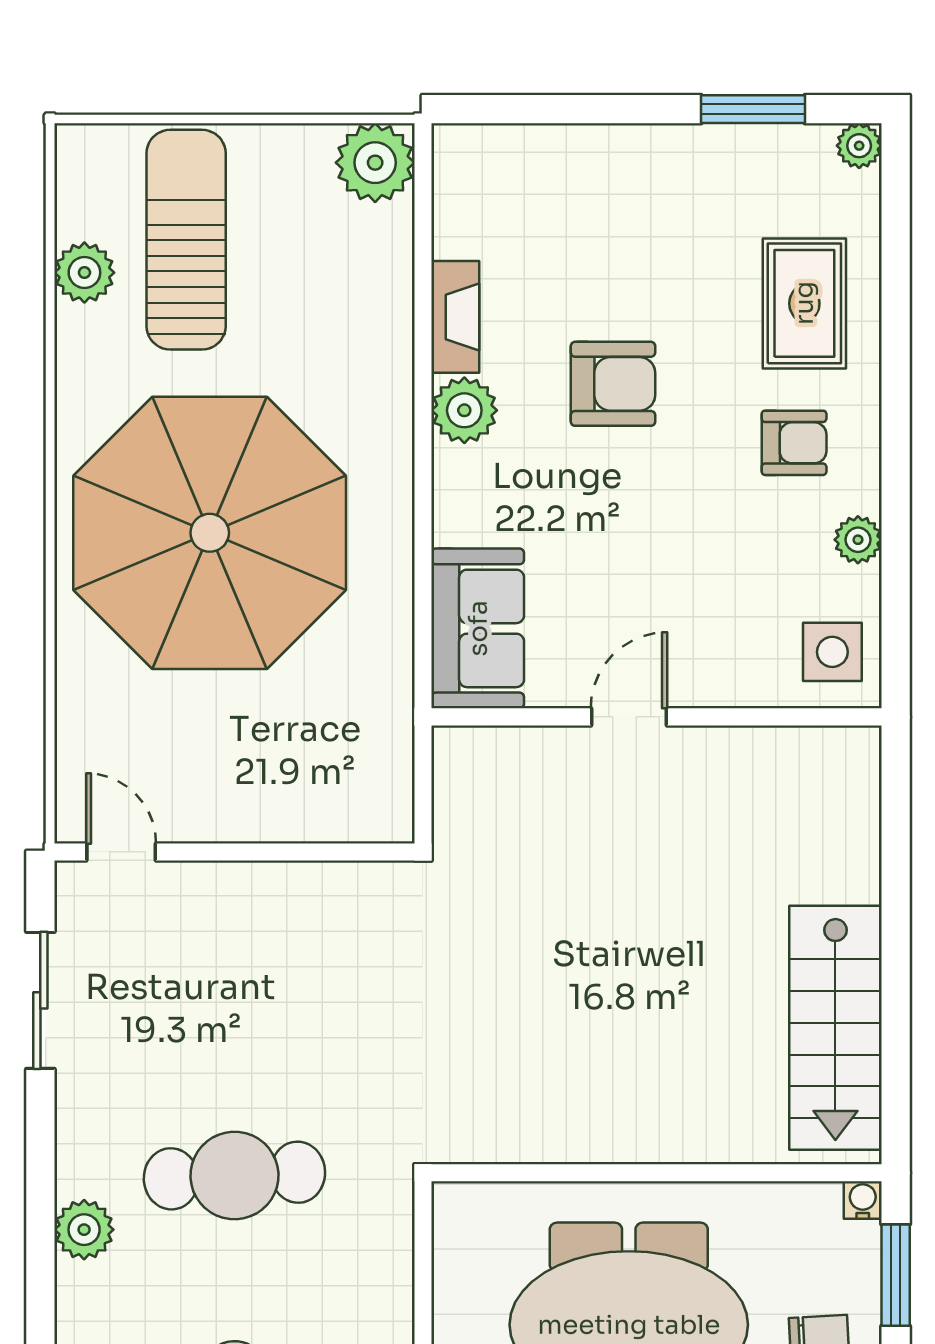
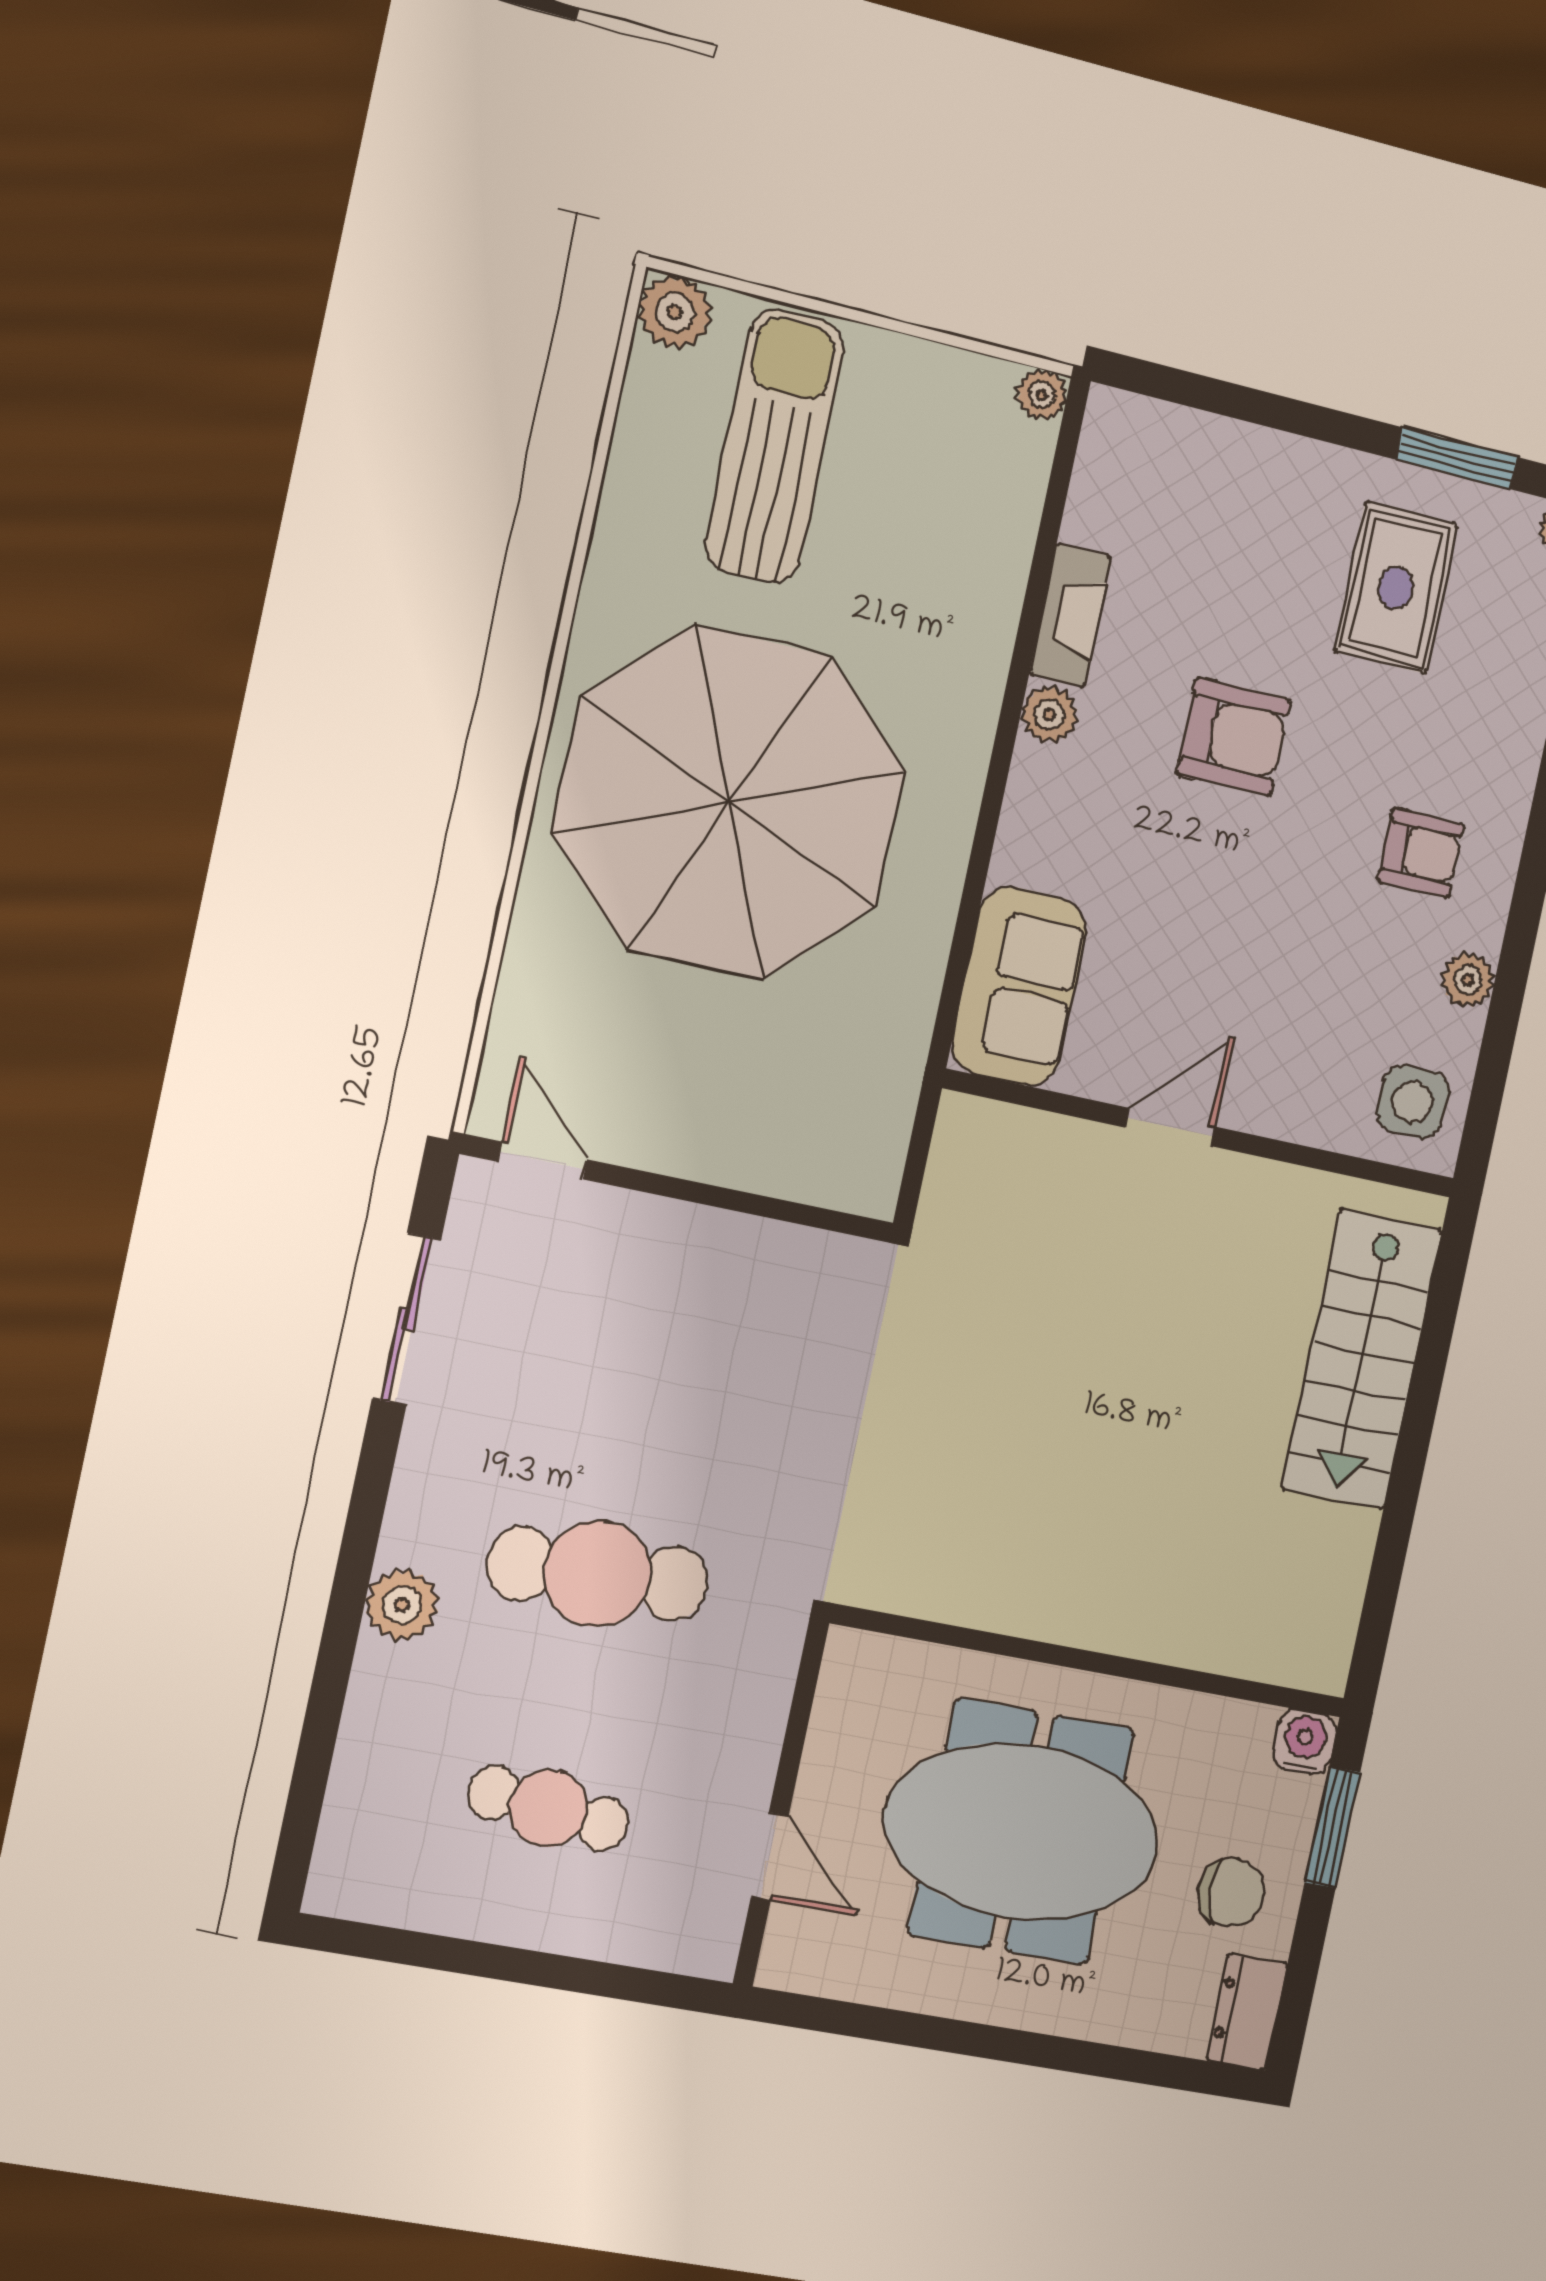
plant: (375, 163) -> (1042, 395), width x0.53, depth x0.53
plant: (84, 273) -> (675, 312), moved
rug: (804, 303) -> (1396, 588), moved
plant: (464, 410) -> (1050, 714), width x0.73, depth x0.73
stairs: (835, 1028) -> (1362, 1359), moved
water cooler: (863, 1200) -> (1305, 1742), width x1.38, depth x1.38

